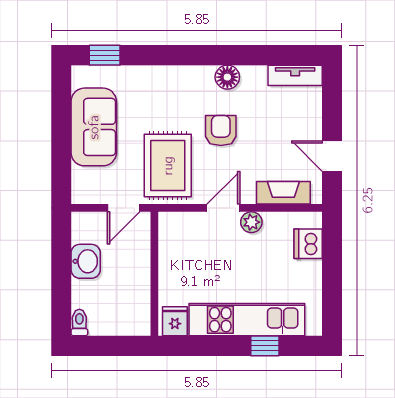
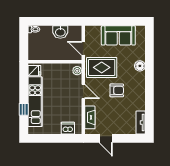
window: (105, 55) -> (149, 40), removed
floor lamp: (227, 77) -> (140, 66), moved
door: (332, 156) -> (106, 138), swing flipped
plant: (251, 222) -> (77, 71), moved

